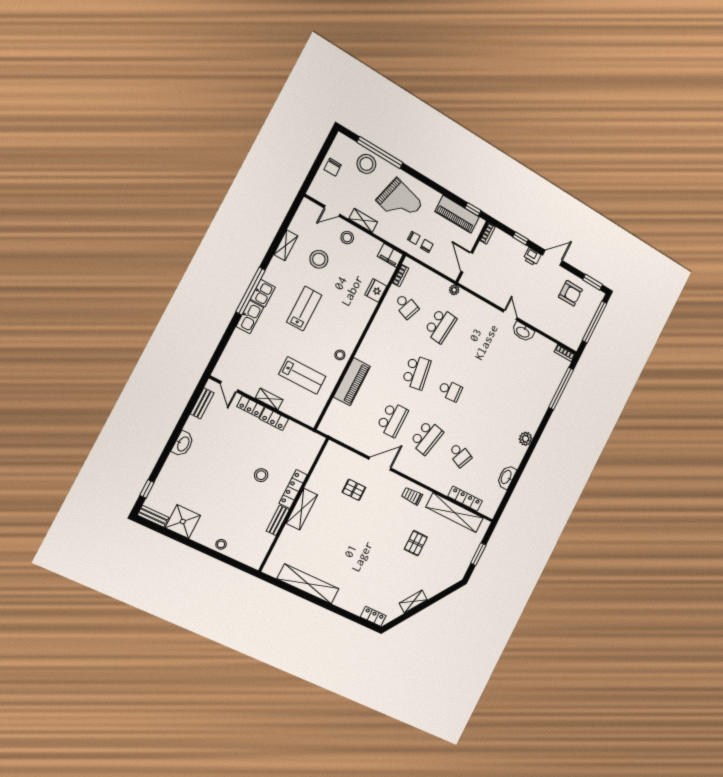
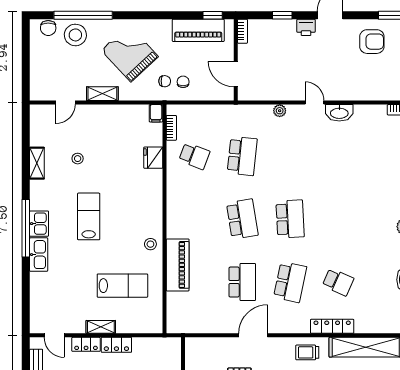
chair: (333, 167) -> (48, 28), moved
grand piano: (399, 202) -> (130, 53), turned -148
stool: (347, 238) -> (95, 120), removed
filing cabinet: (390, 255) -> (156, 113), width x0.50
stool: (319, 259) -> (78, 159), width x0.53, depth x0.53
plant: (454, 290) -> (280, 111), moved
school desk: (450, 391) -> (290, 219), width x1.85
locker: (465, 499) -> (332, 326), moved

